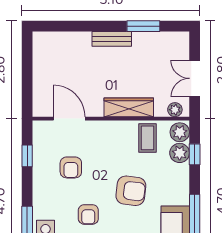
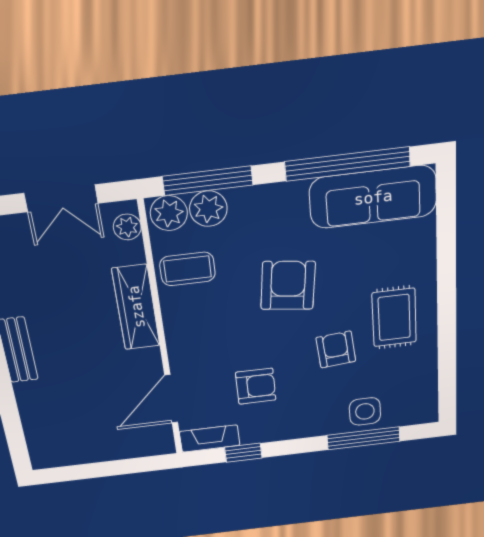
fireplace: (40, 137) -> (210, 438), added
window: (195, 154) -> (208, 181), width x2.17
armchair: (88, 214) -> (336, 349), turned -95

